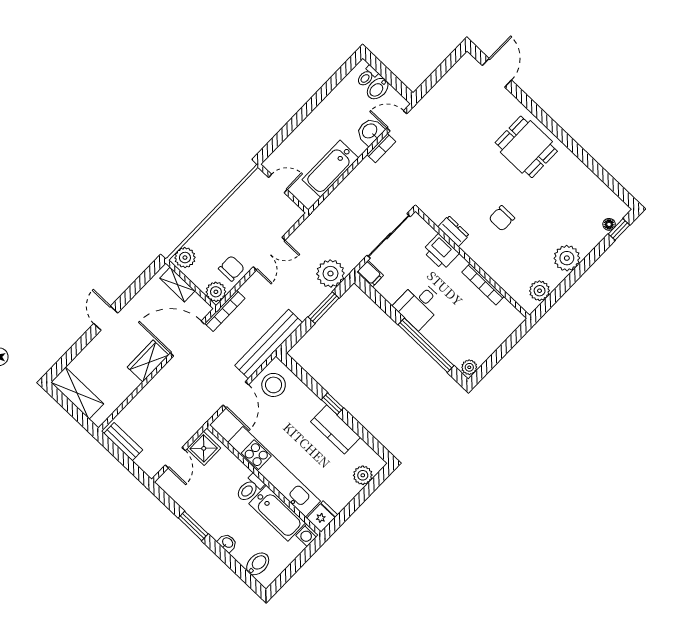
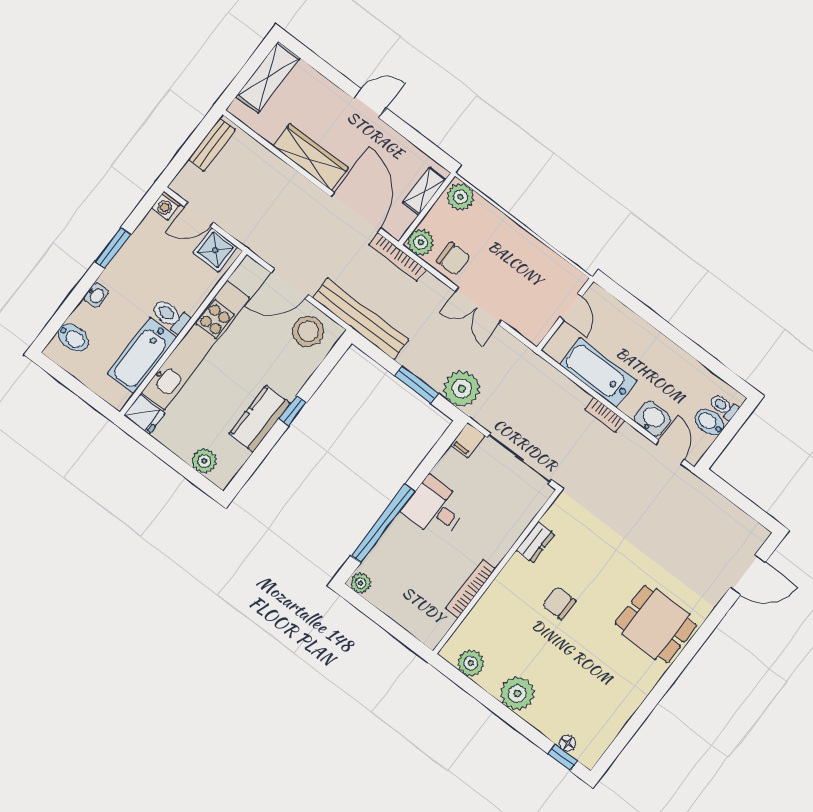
dining table: (526, 147) -> (656, 624), turned 90
bookcase: (381, 148) -> (605, 415), moved
printer: (441, 252) -> (506, 529), removed
wardrobe: (148, 361) -> (311, 157), width x1.50
washing machine: (307, 535) -> (166, 206), moved, turned -90

